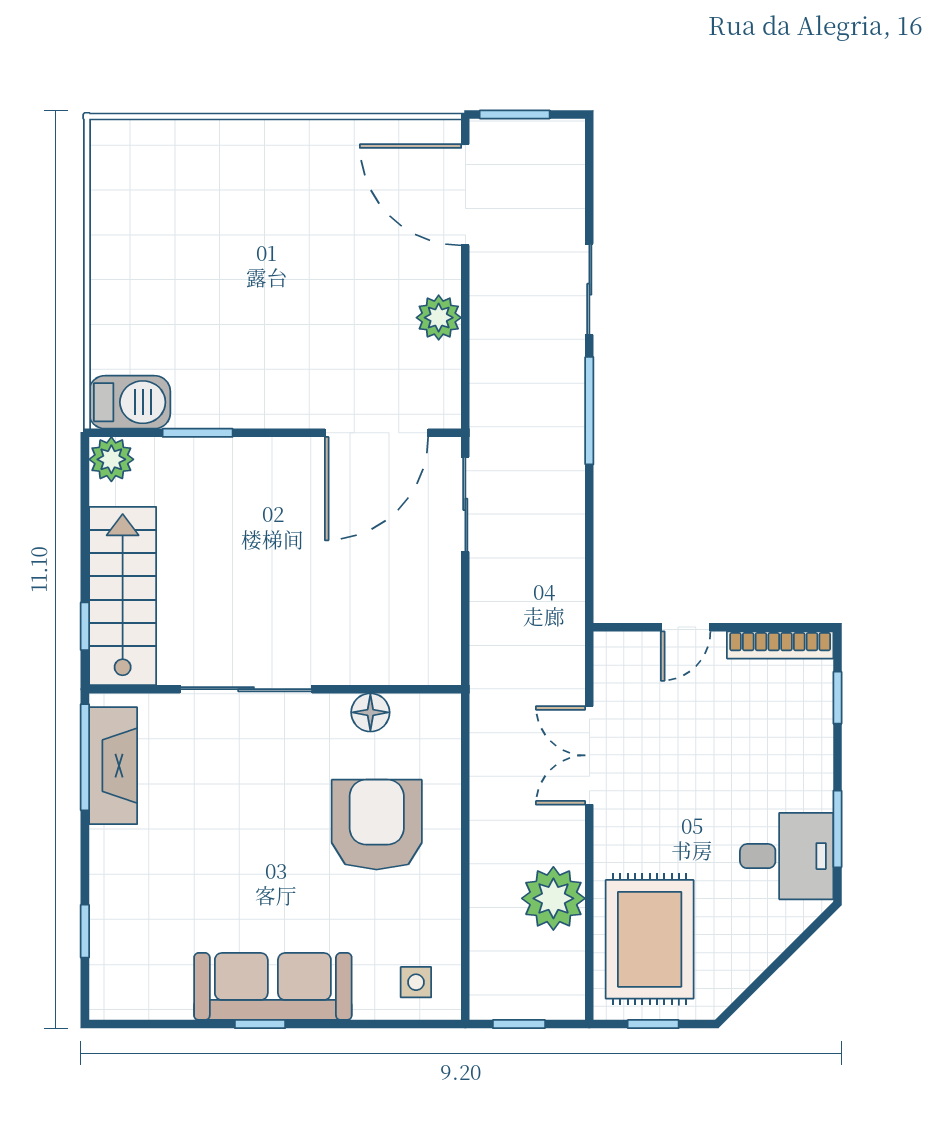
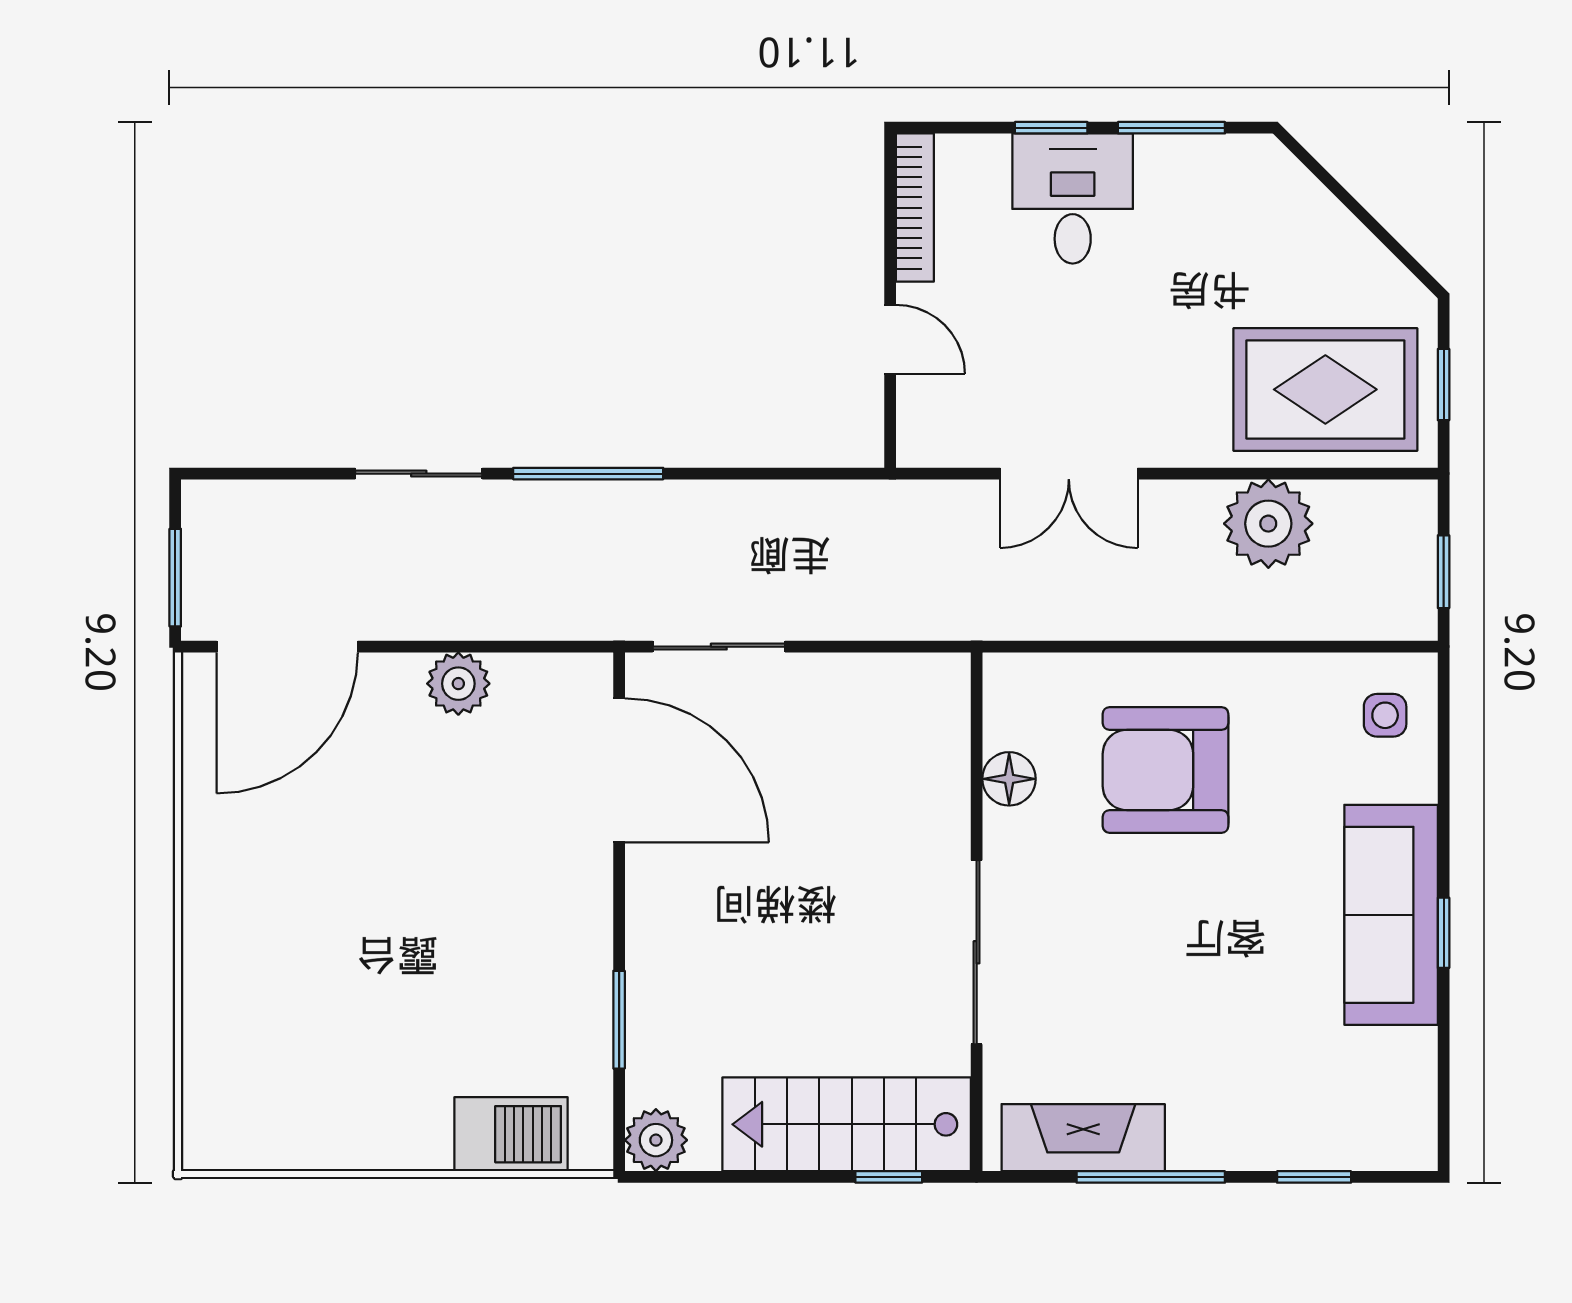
barbecue: (130, 402) -> (511, 1134), moved, turned 90
window: (837, 698) -> (1051, 128), moved
window: (85, 757) -> (1151, 1177), moved
desk: (787, 856) -> (1073, 198), moved

